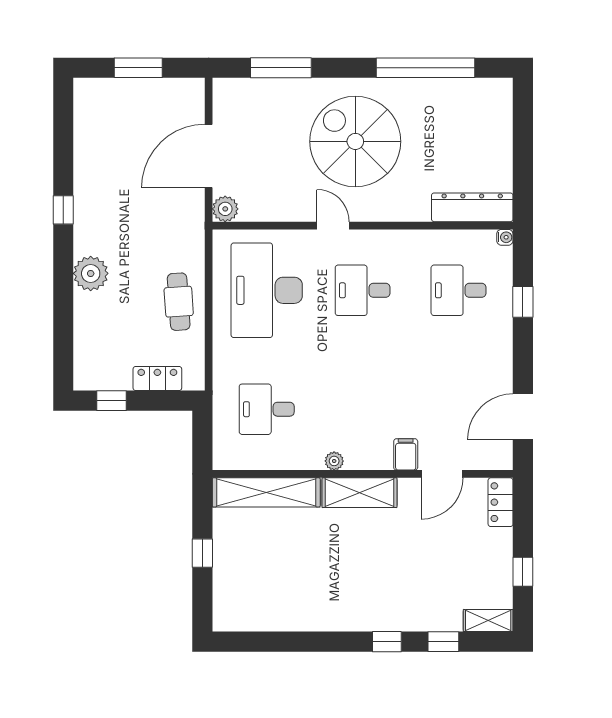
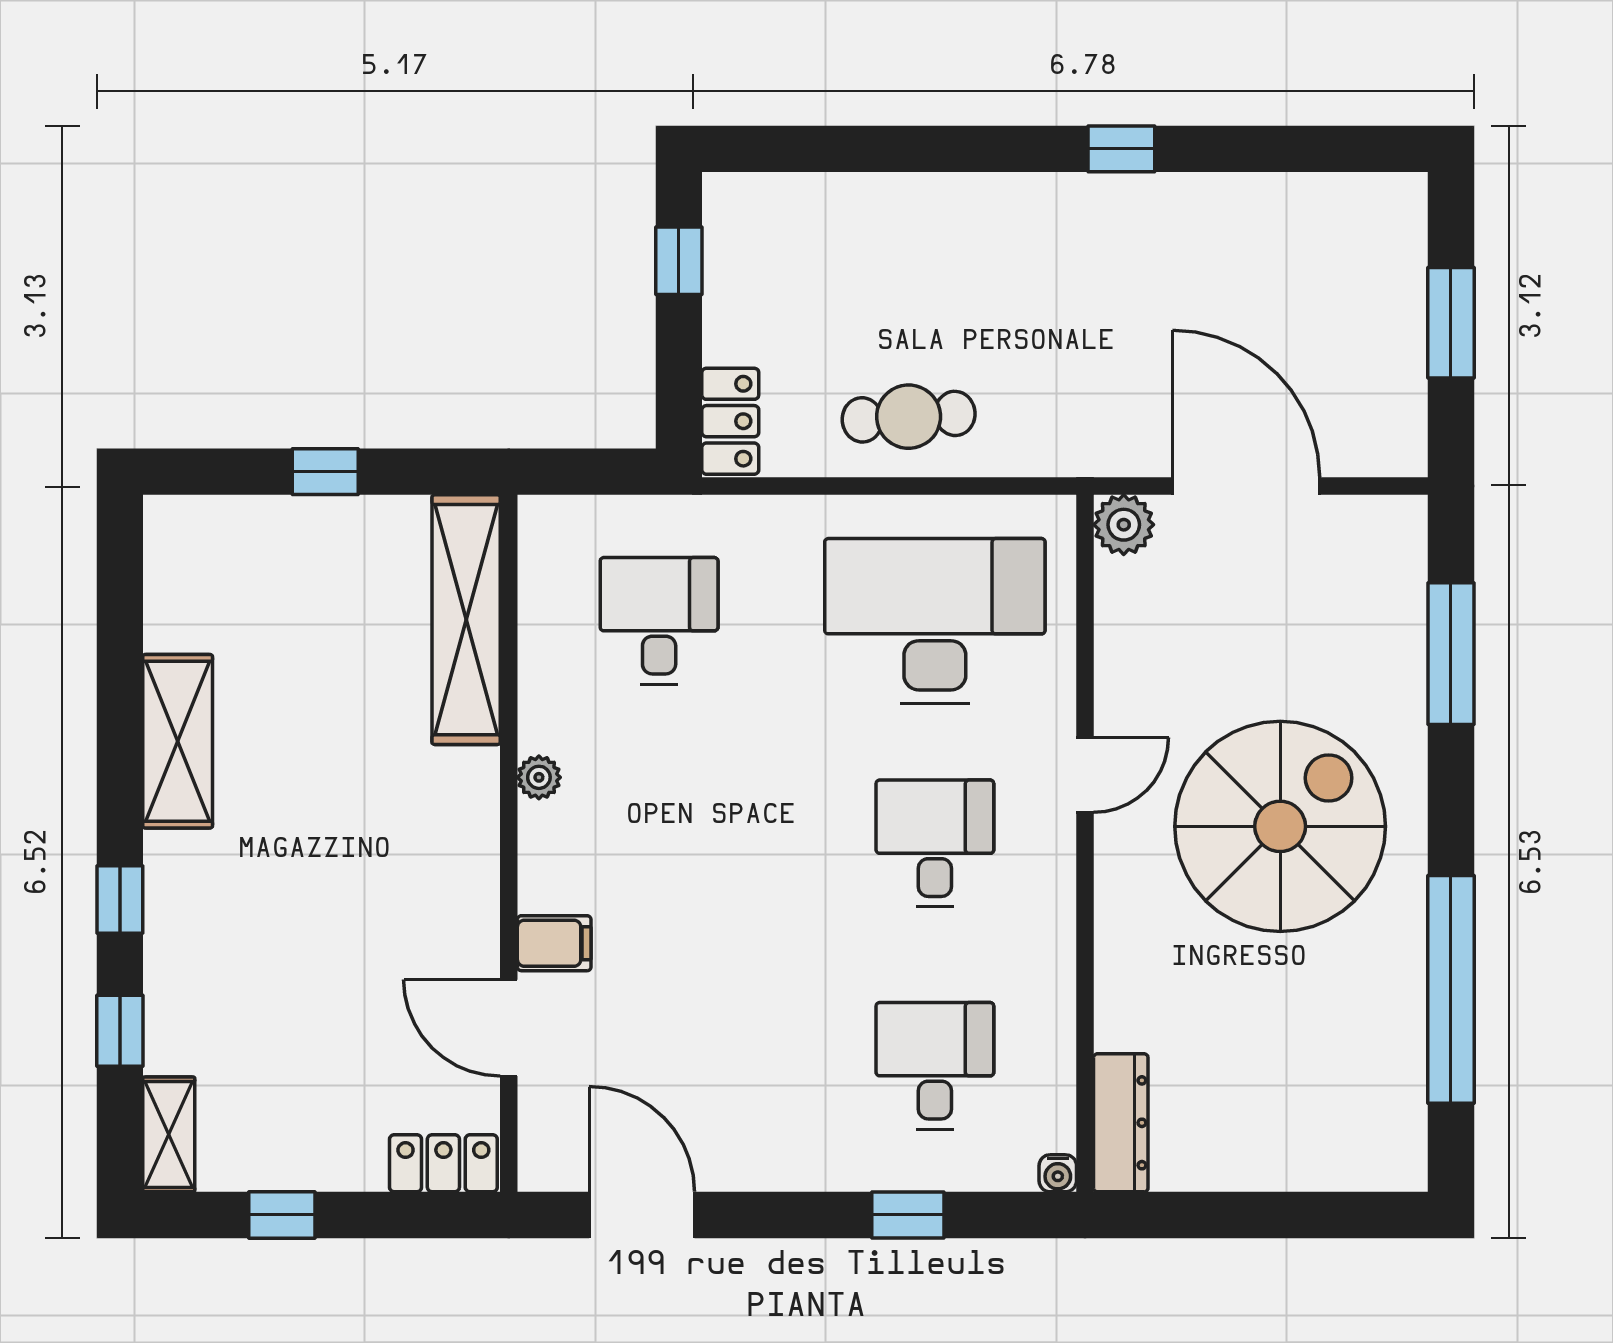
dresser: (472, 207) -> (1121, 1123), width x0.73, depth x0.80
plant: (91, 273) -> (974, 213), removed
locker: (157, 379) -> (730, 421), moved
shelving: (359, 493) -> (178, 741), moved

